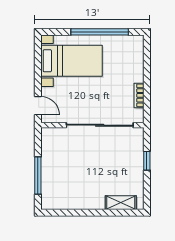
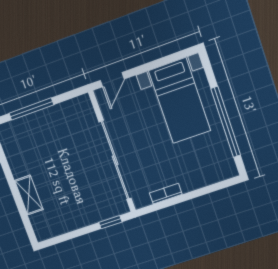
window: (147, 161) -> (110, 222), moved
shelving: (121, 203) -> (29, 195), moved

